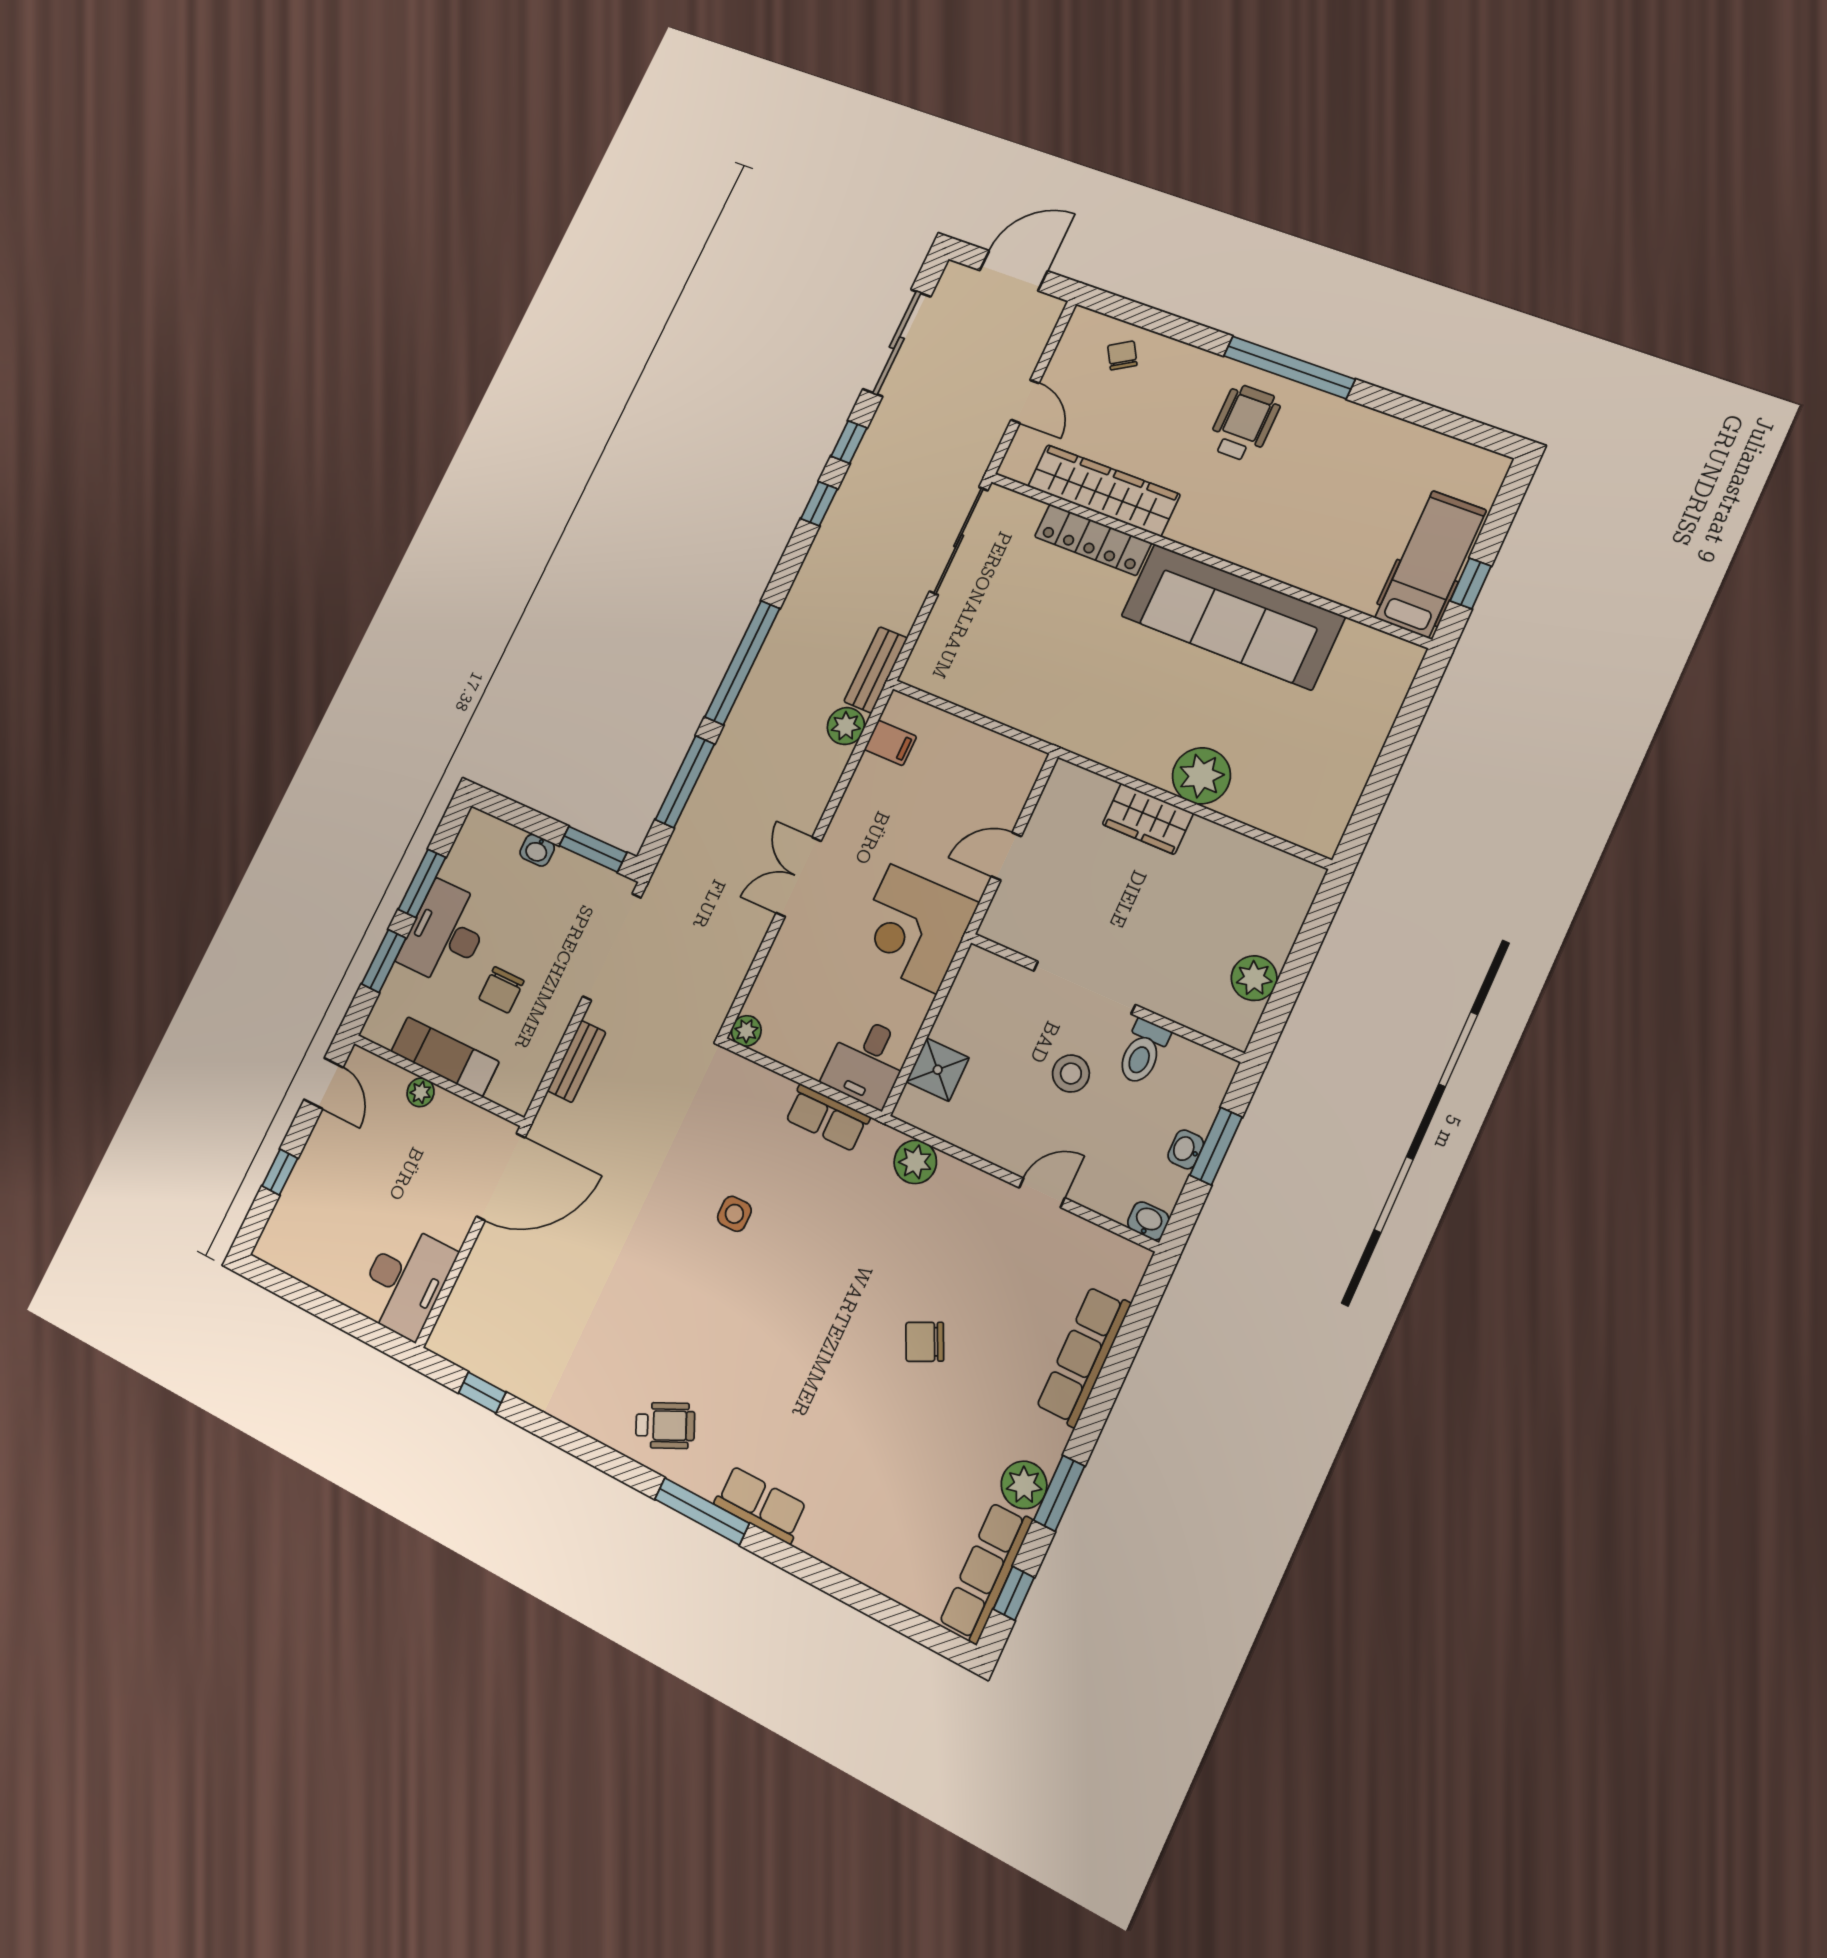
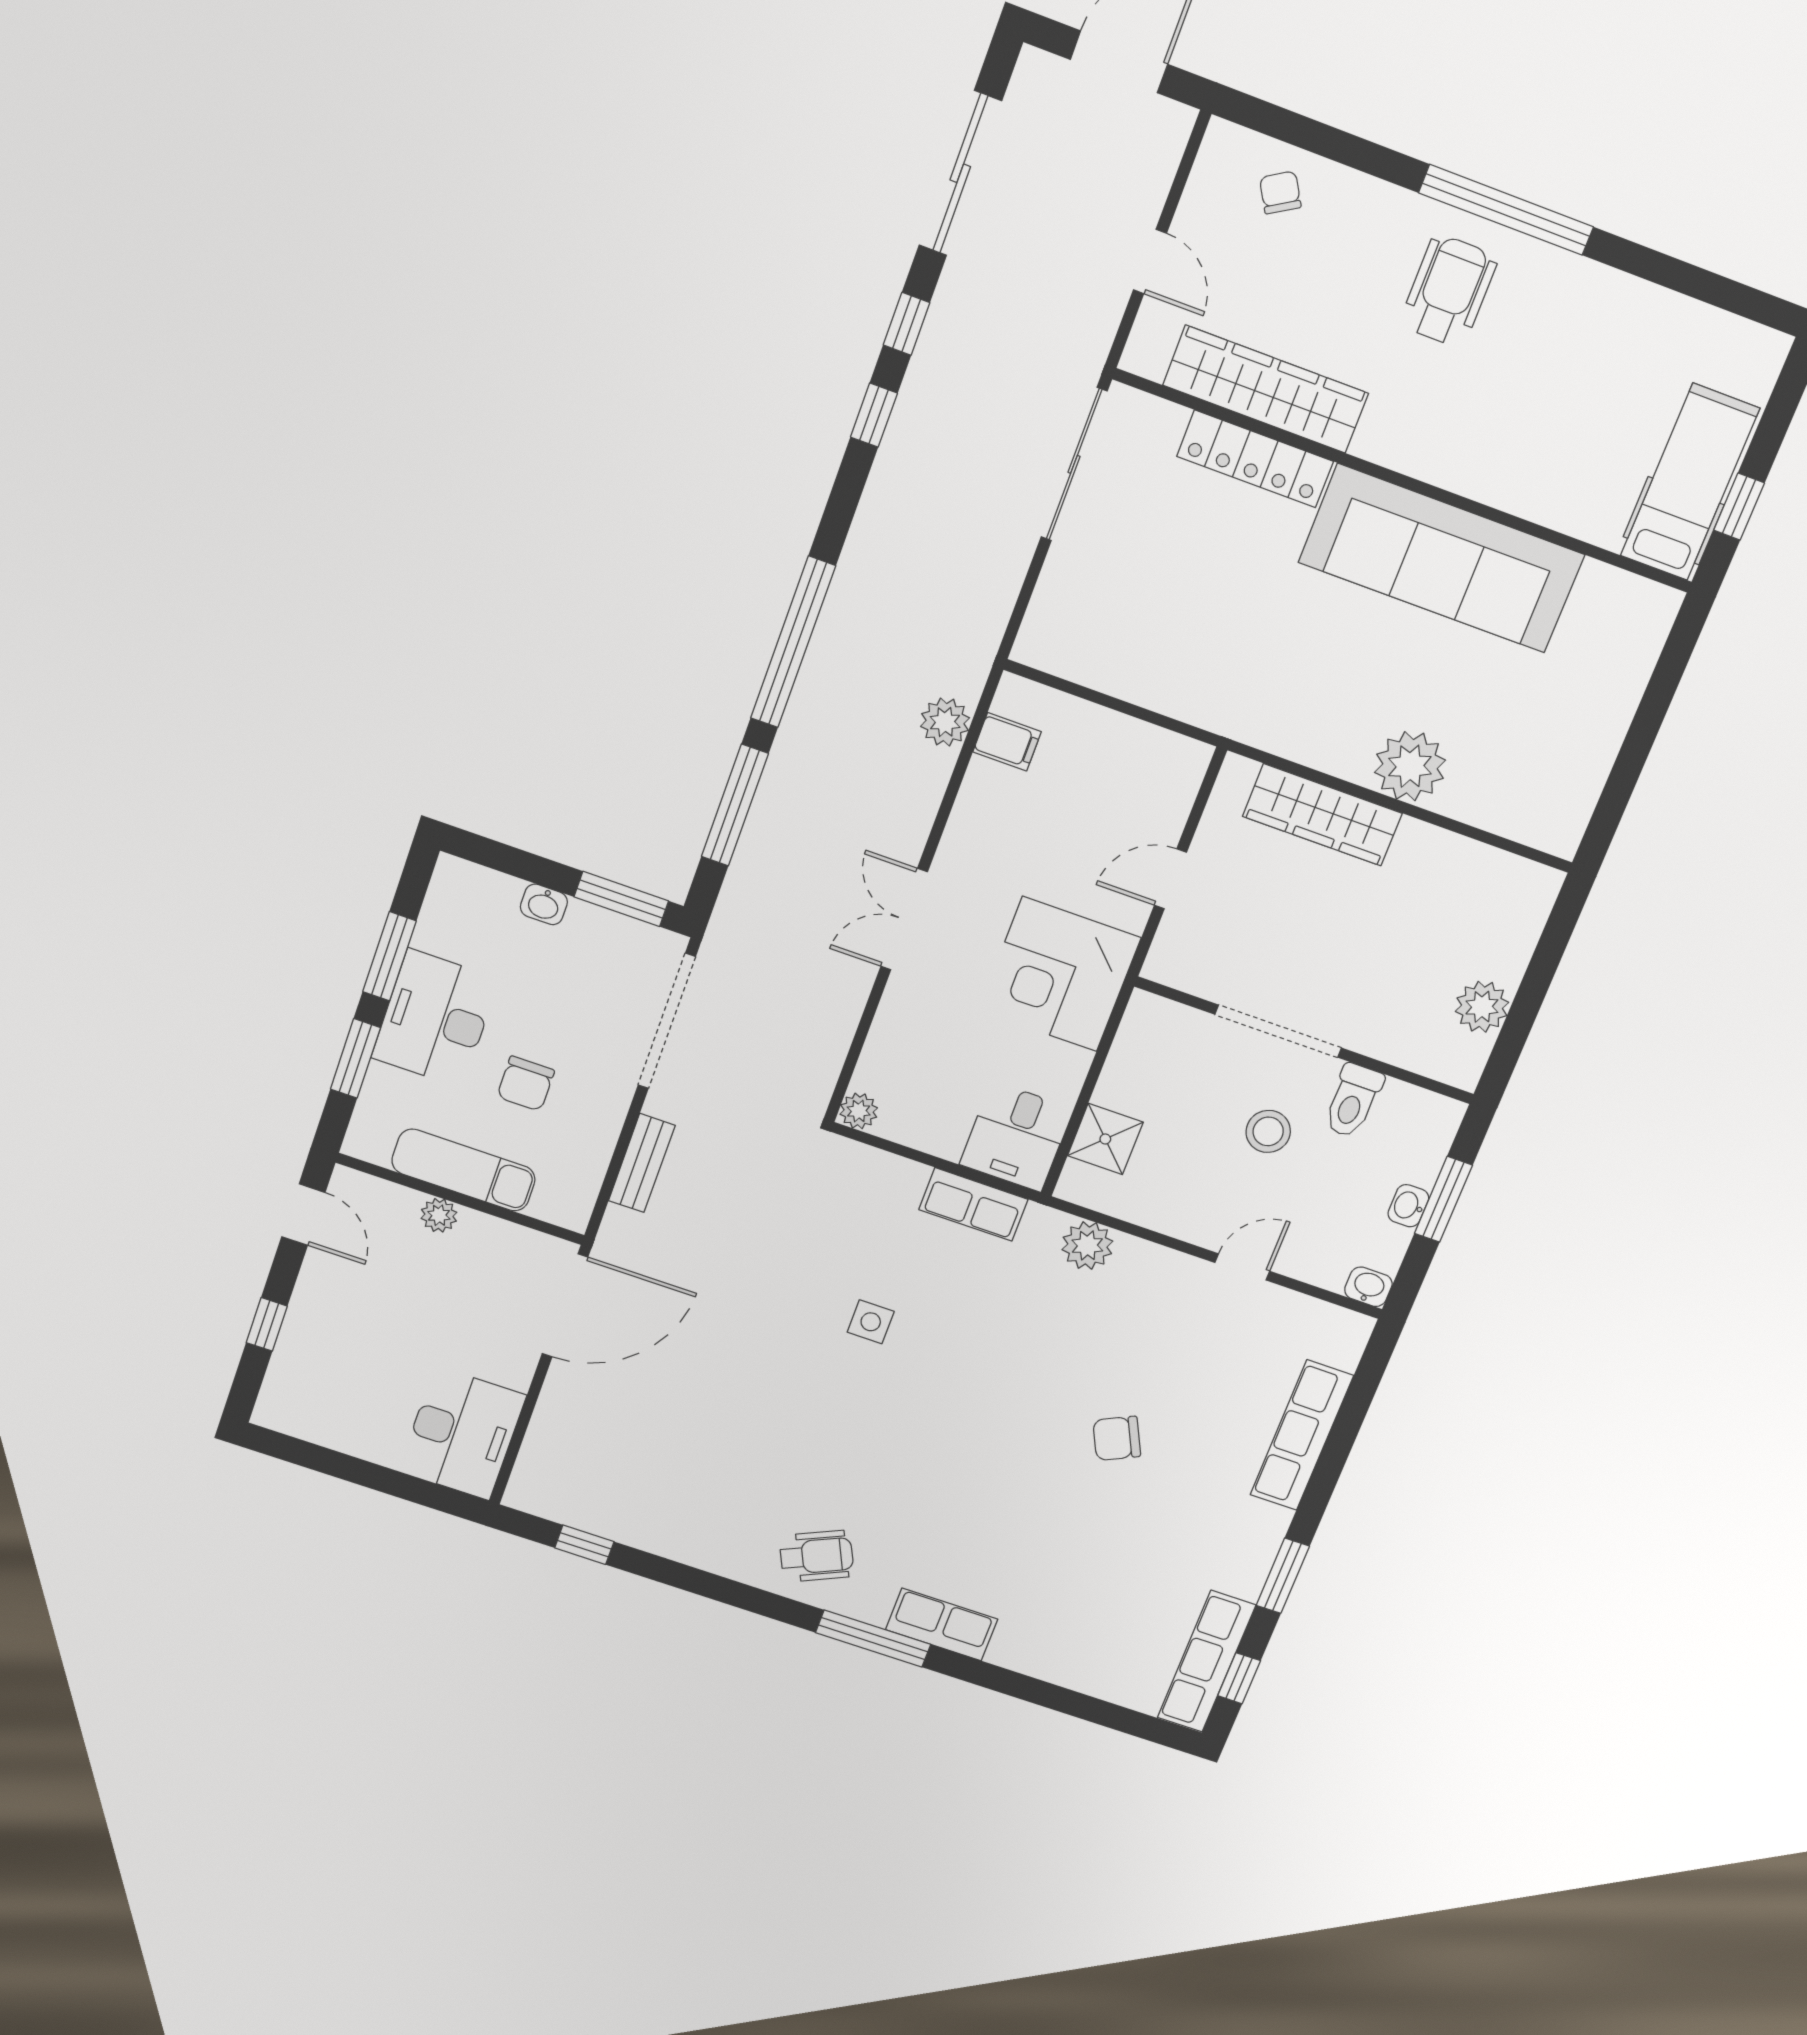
bench: (876, 670) -> (978, 645), removed
wardrobe: (1148, 819) -> (1322, 815), width x1.50
plant: (1024, 1485) -> (1243, 1572), removed

